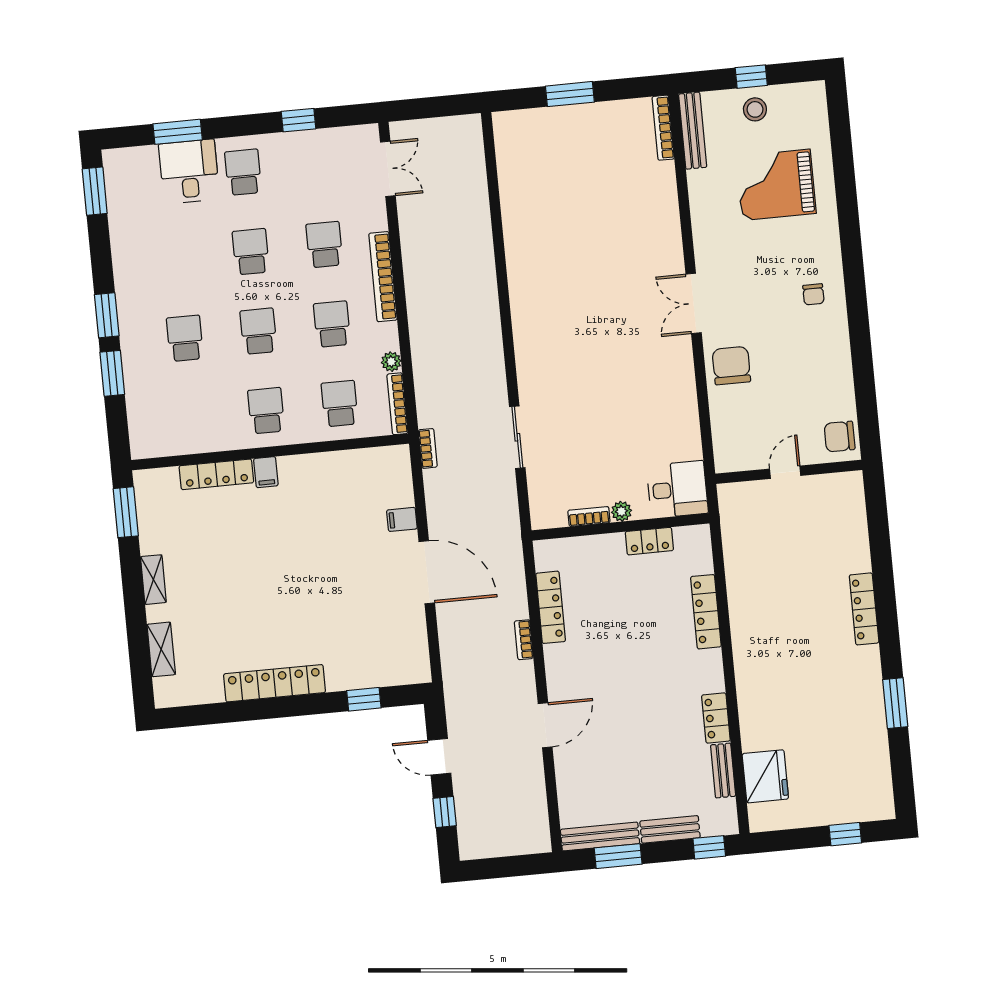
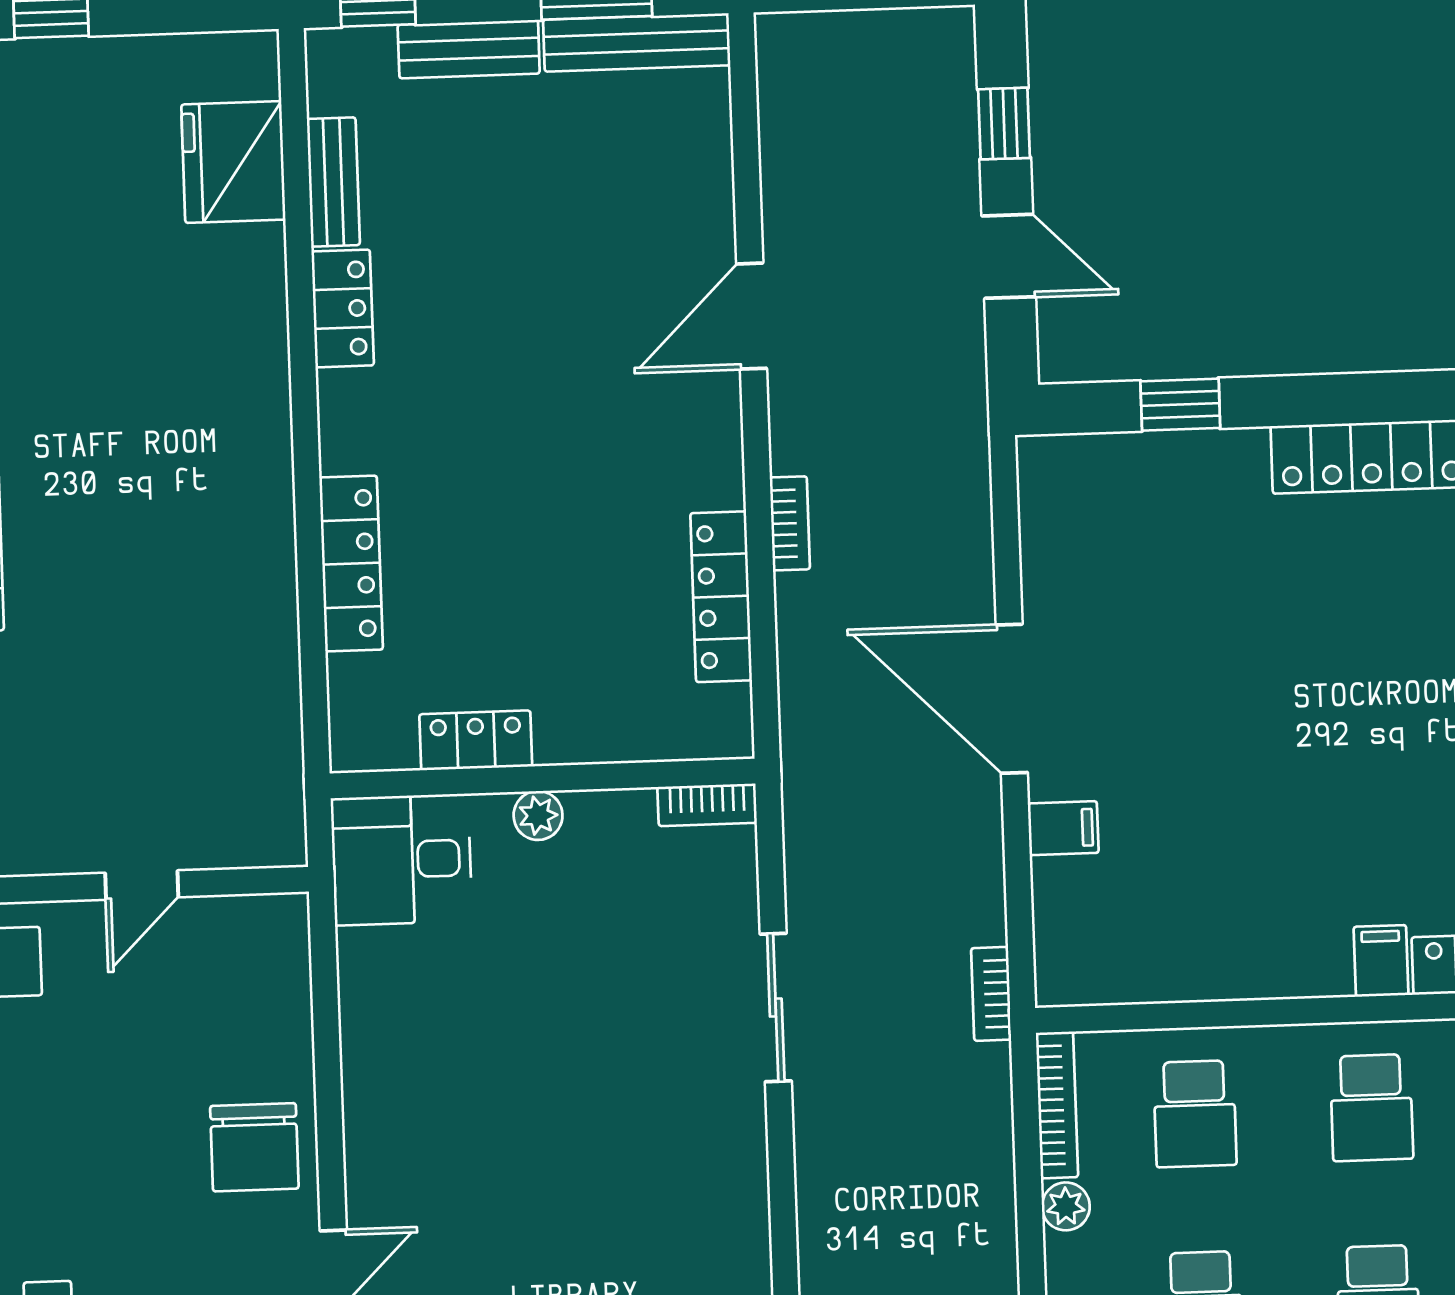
bookcase: (589, 516) -> (707, 805), moved

